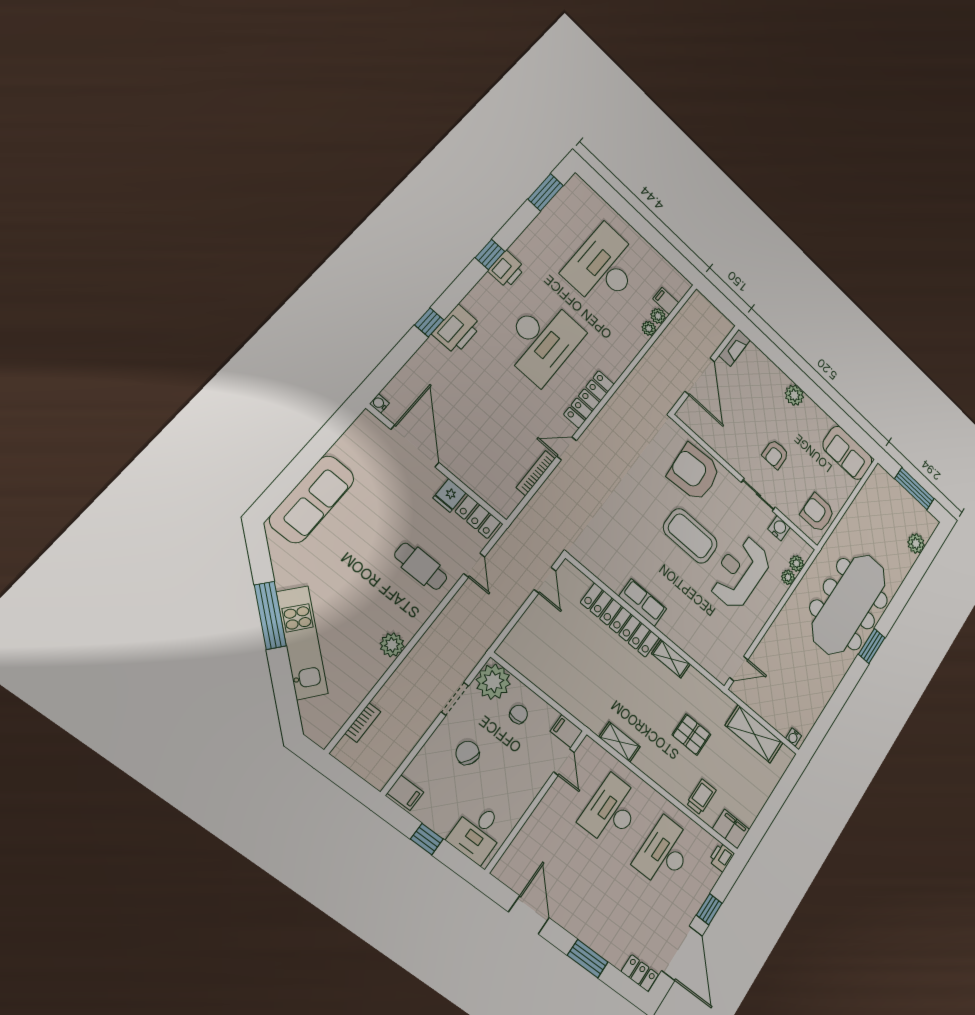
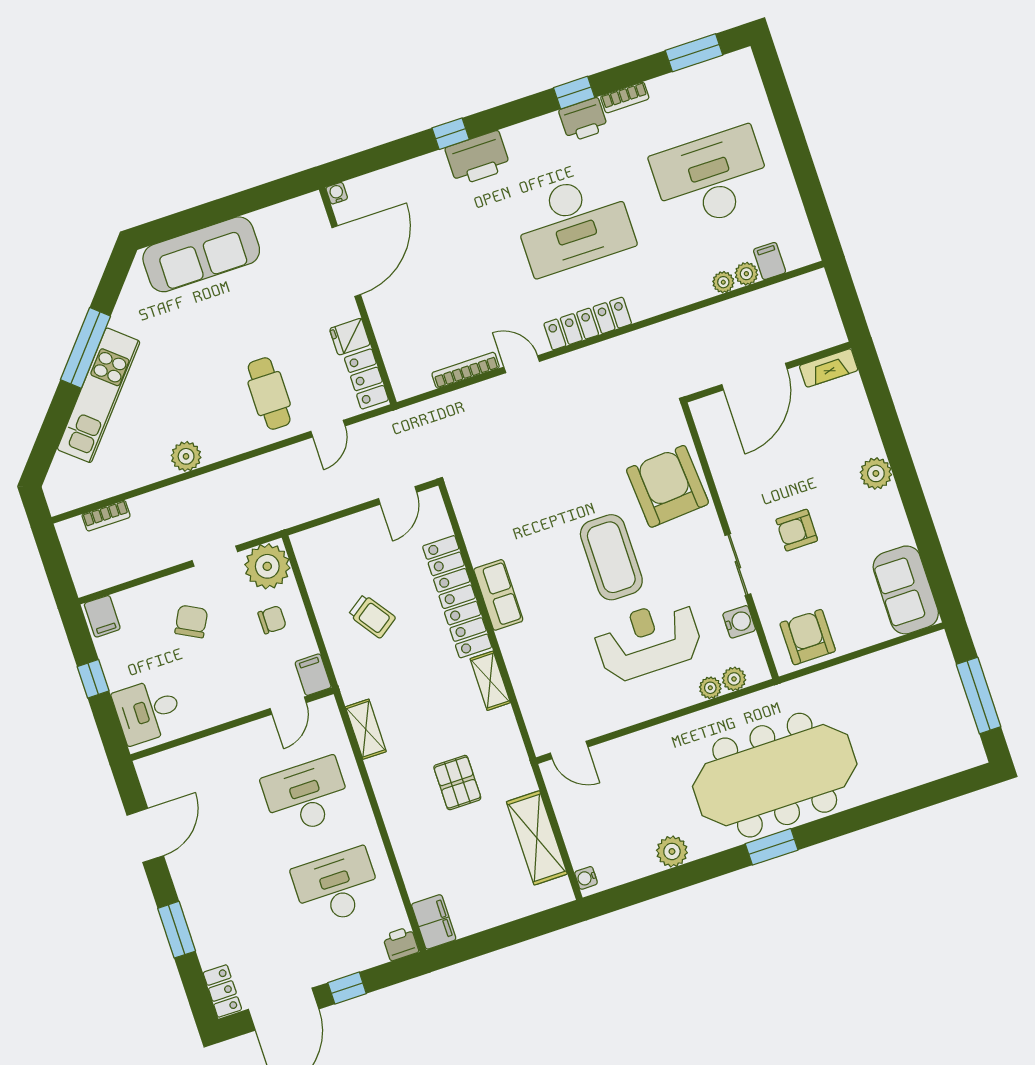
bookcase: (522, 242) -> (625, 97), added
plant: (916, 543) -> (672, 851), moved
trolley: (701, 797) -> (372, 616), moved, turned 55

